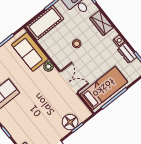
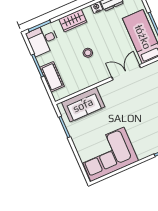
cot: (45, 23) -> (52, 77), width x0.73, depth x0.75
plant: (48, 67) -> (104, 89), removed

